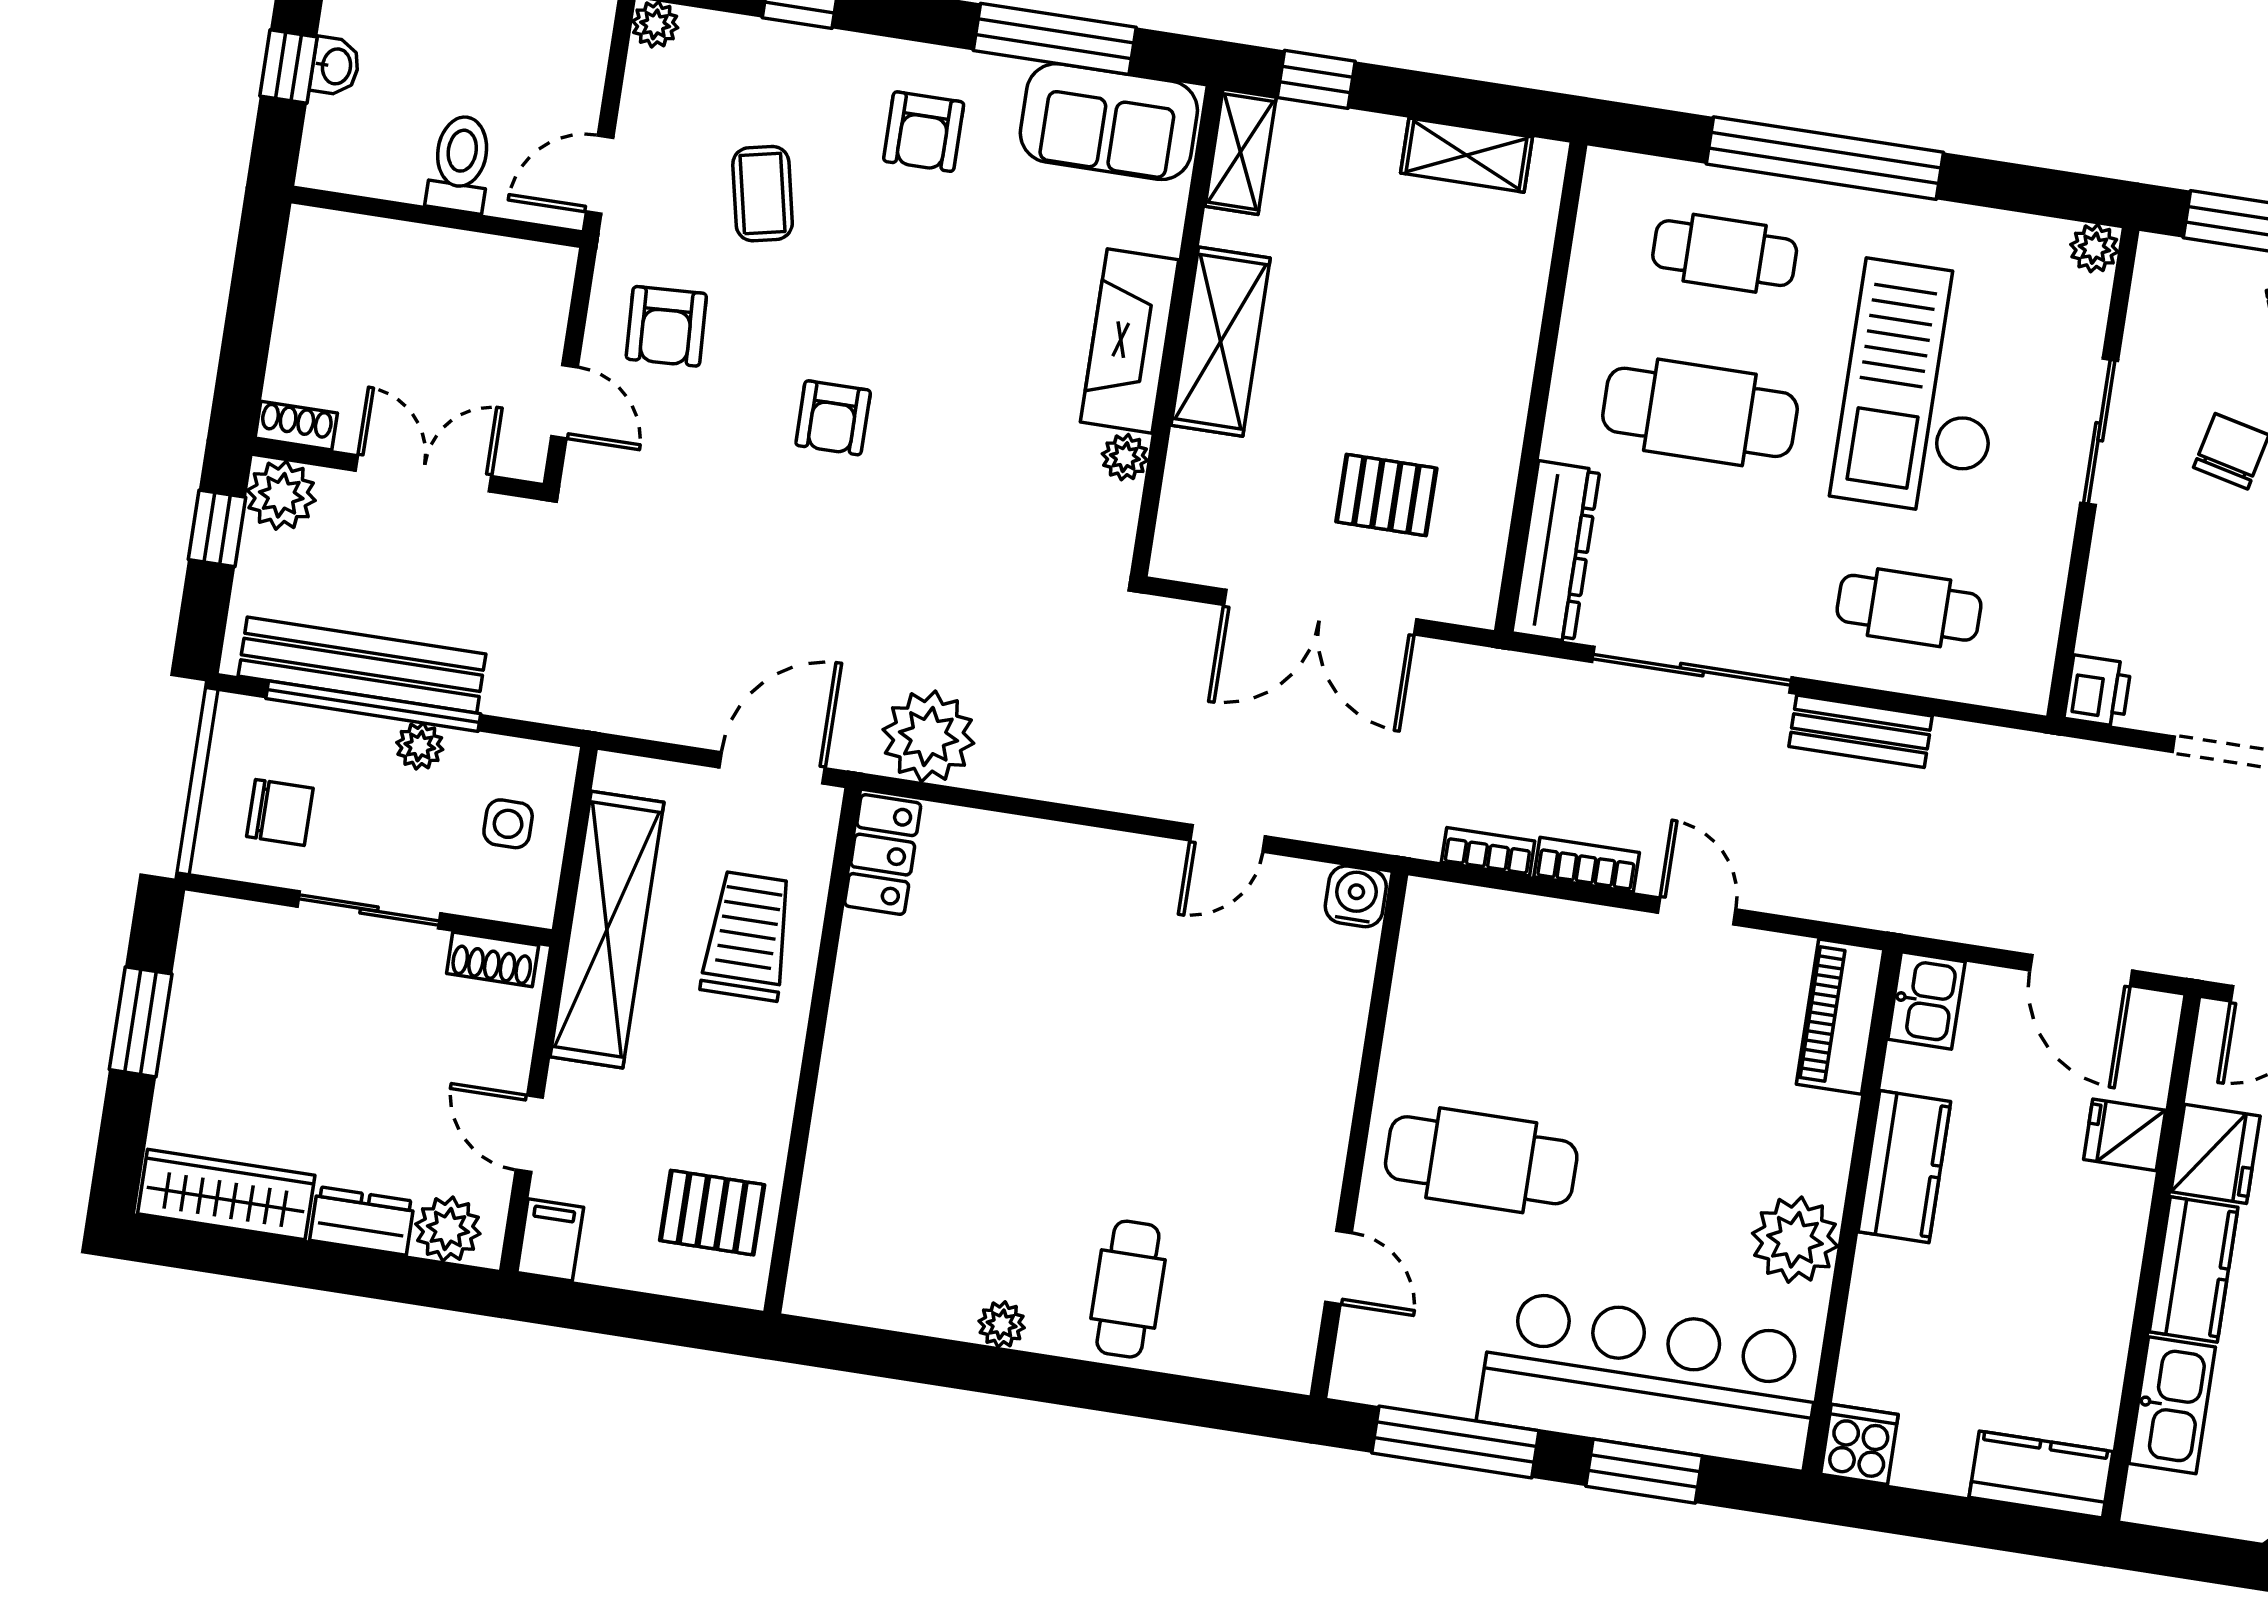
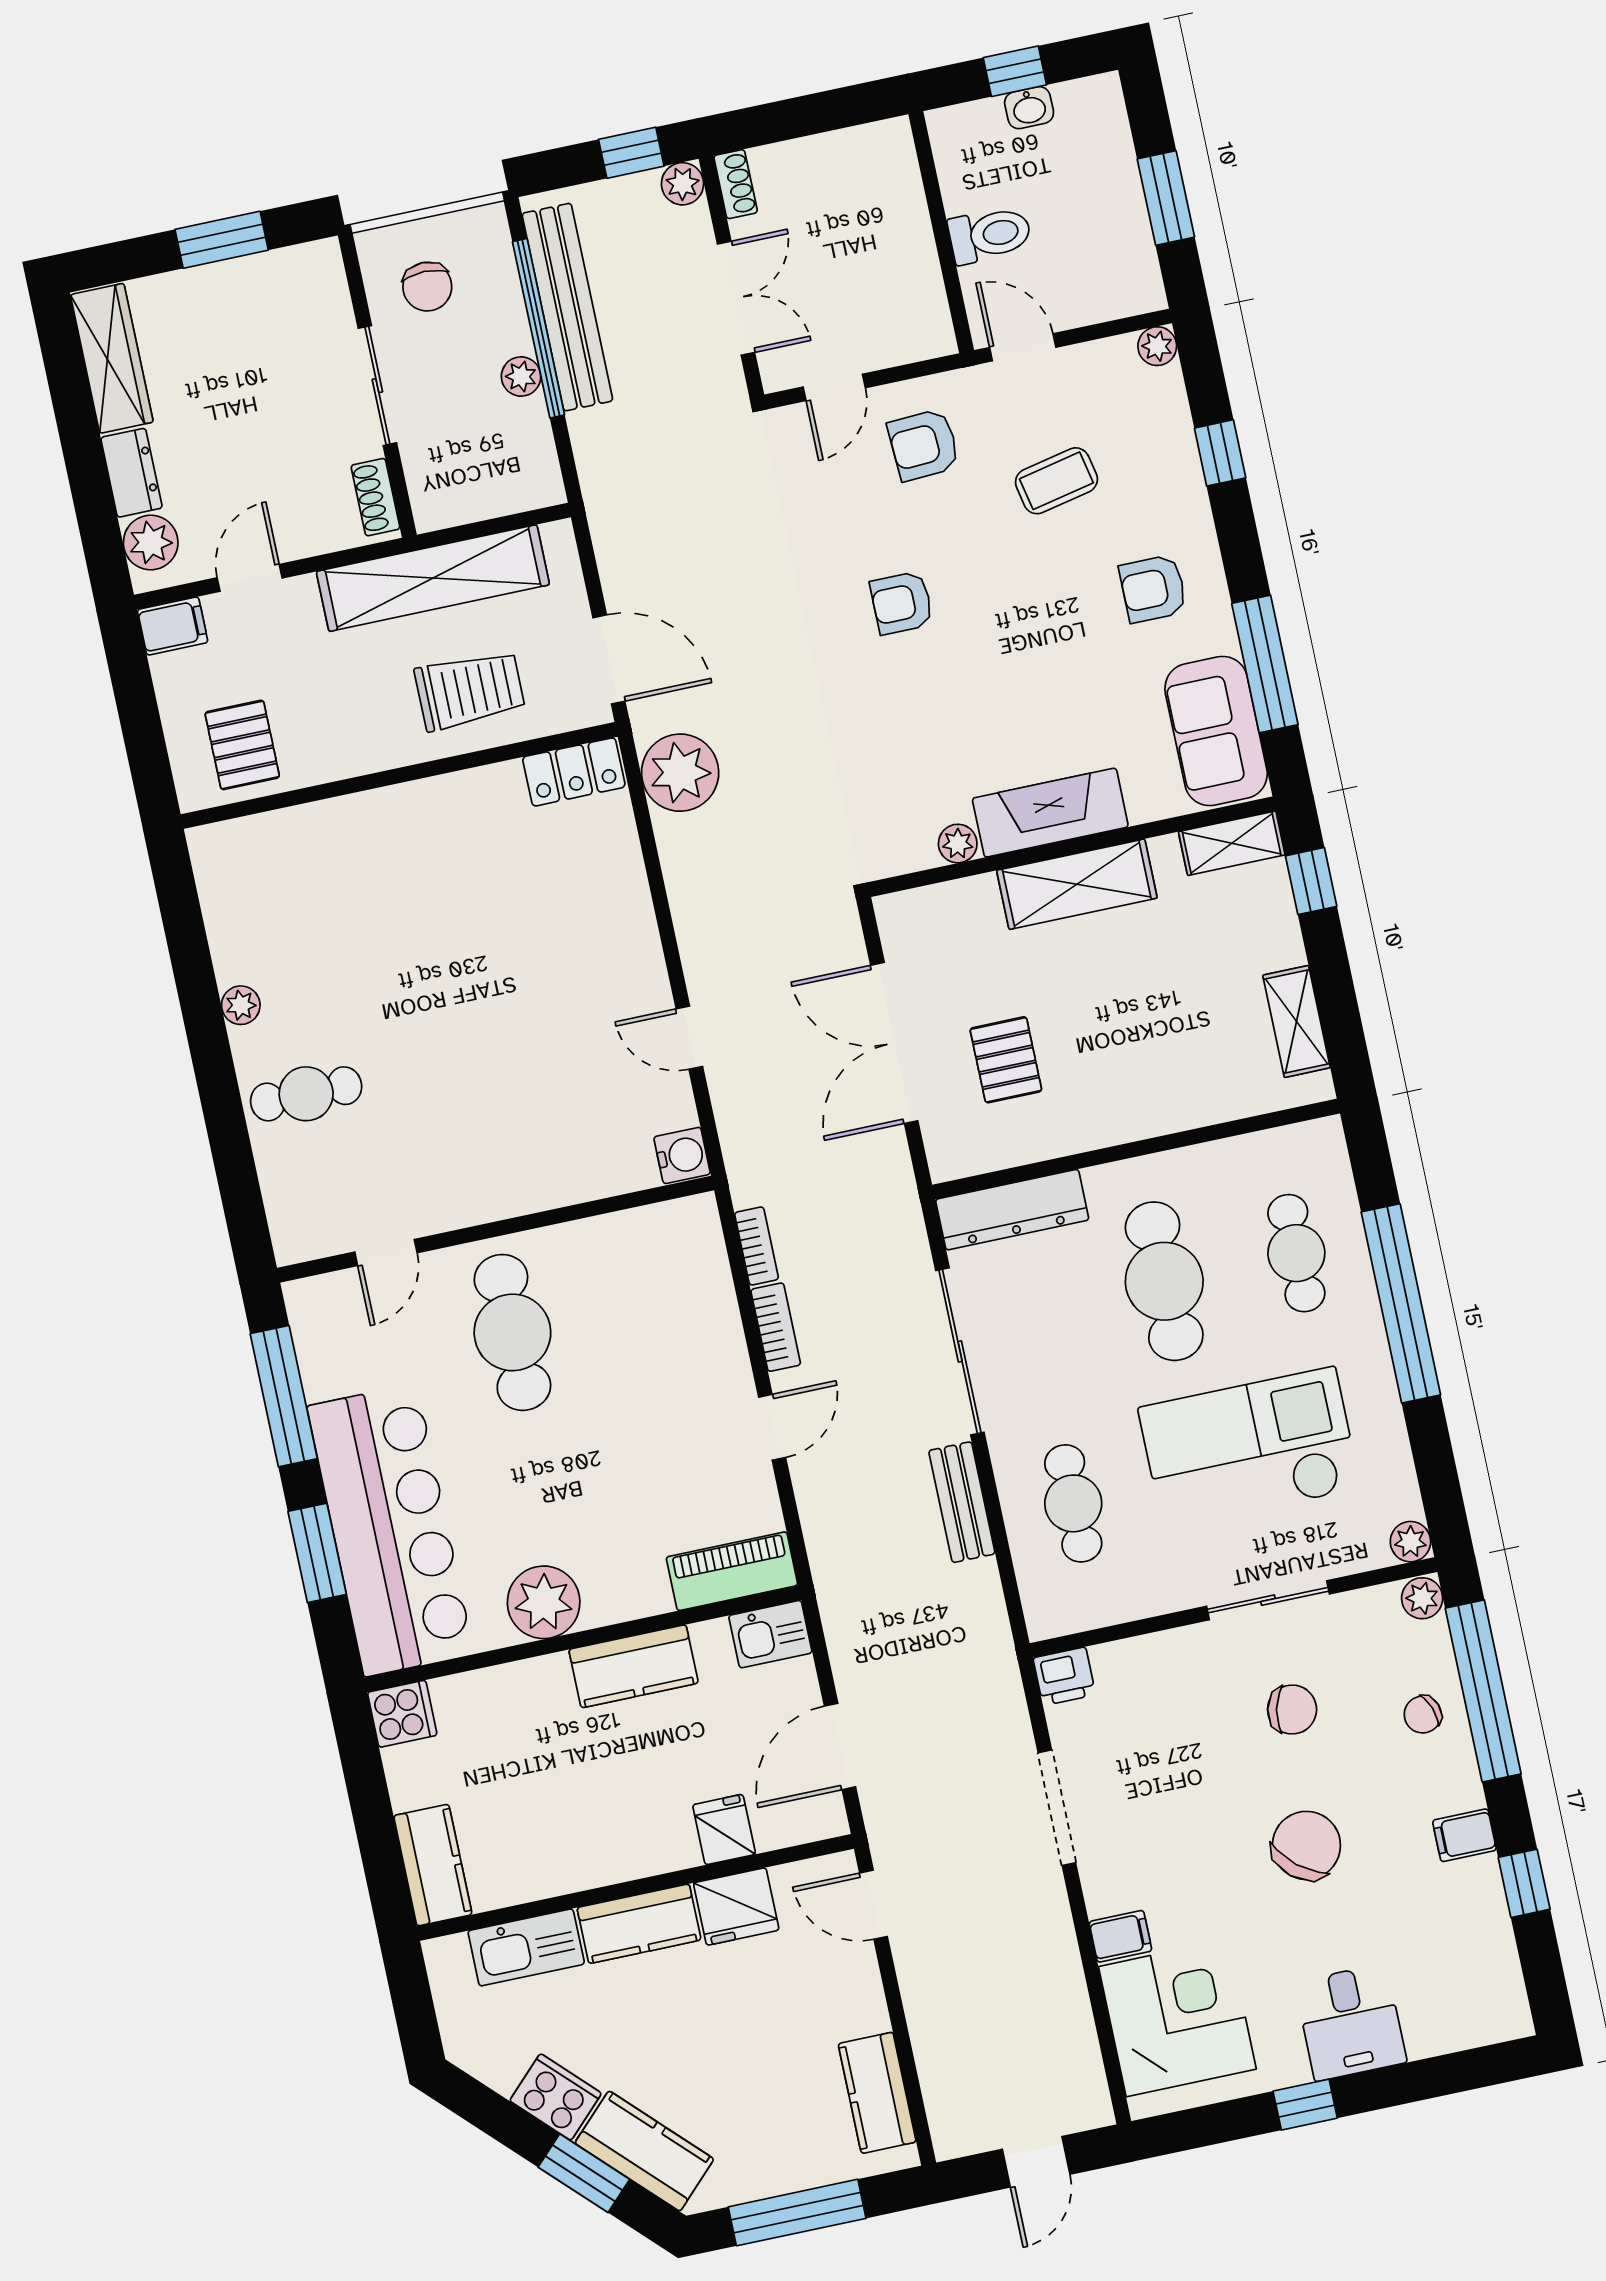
plant: (2162, 259) -> (1422, 1598), added
plant: (281, 495) -> (683, 184), width x0.73, depth x0.73
side table: (508, 824) -> (486, 469), removed

